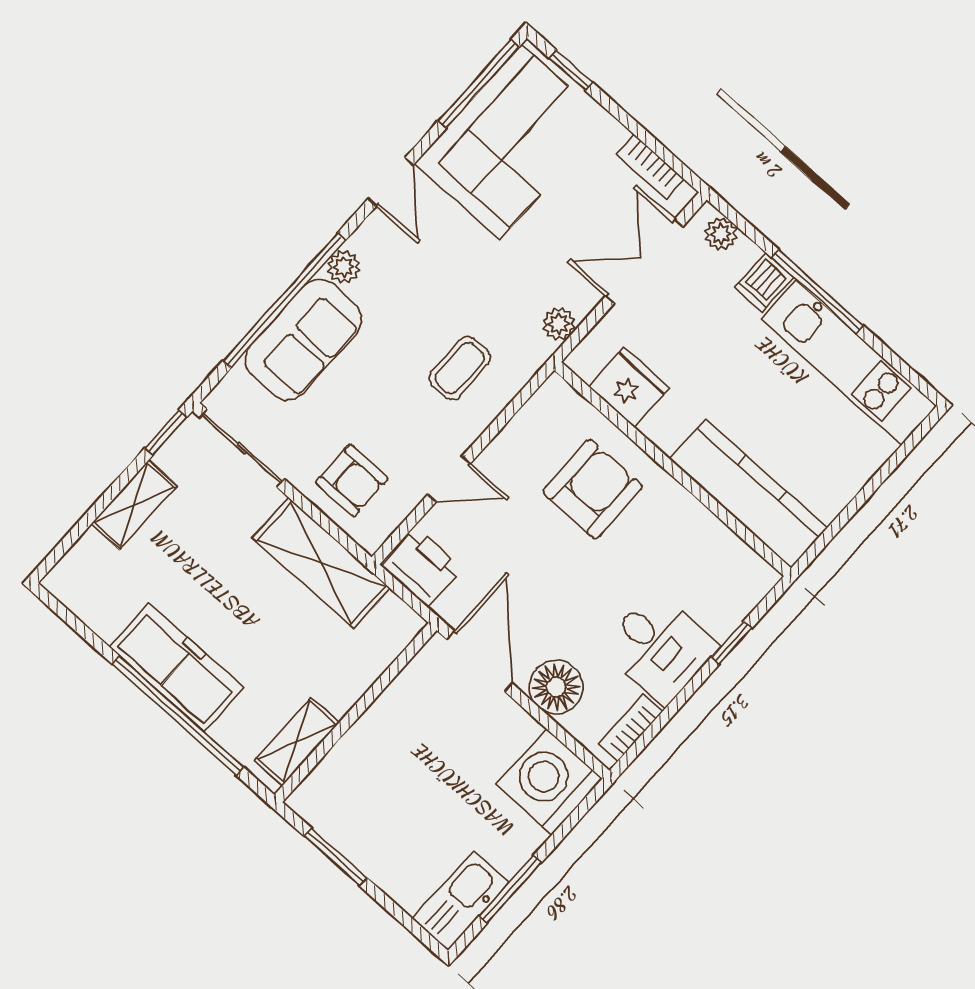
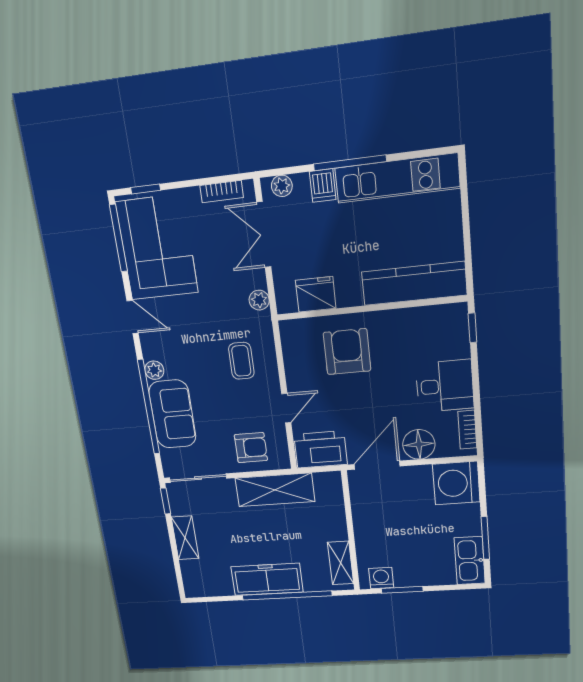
printer: (422, 567) -> (321, 449), width x1.37, depth x1.19
window: (732, 643) -> (472, 328), moved
door: (480, 661) -> (377, 465), hinge flipped
washing machine: (326, 814) -> (381, 578), added

